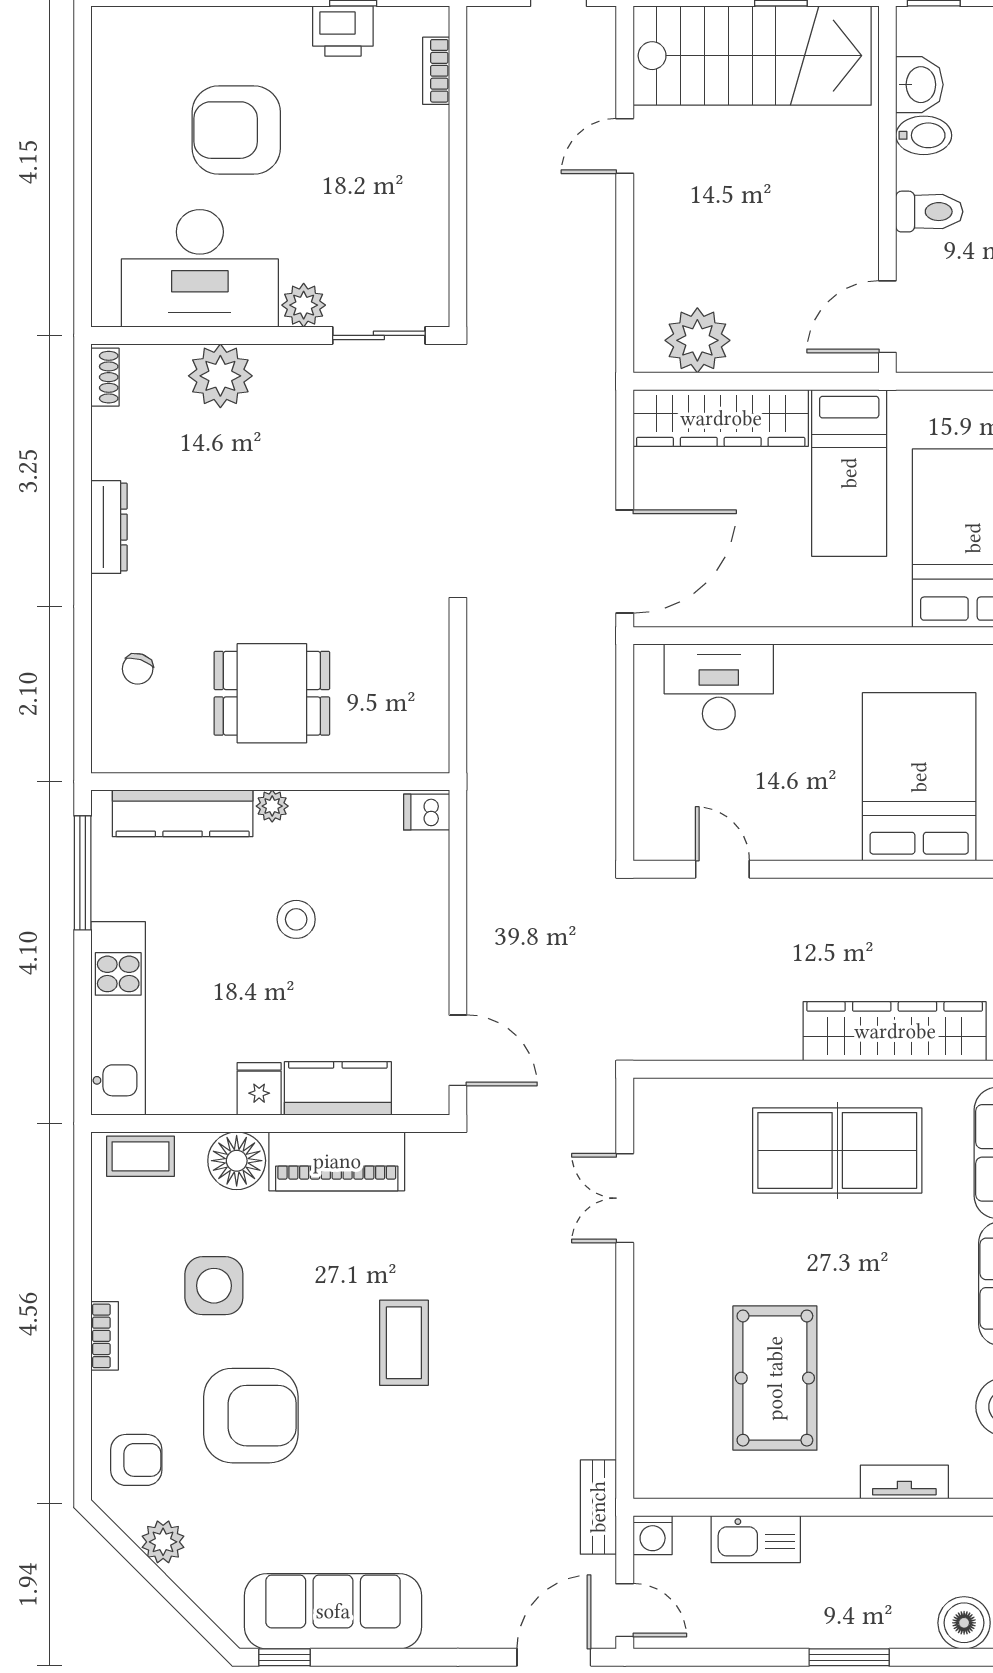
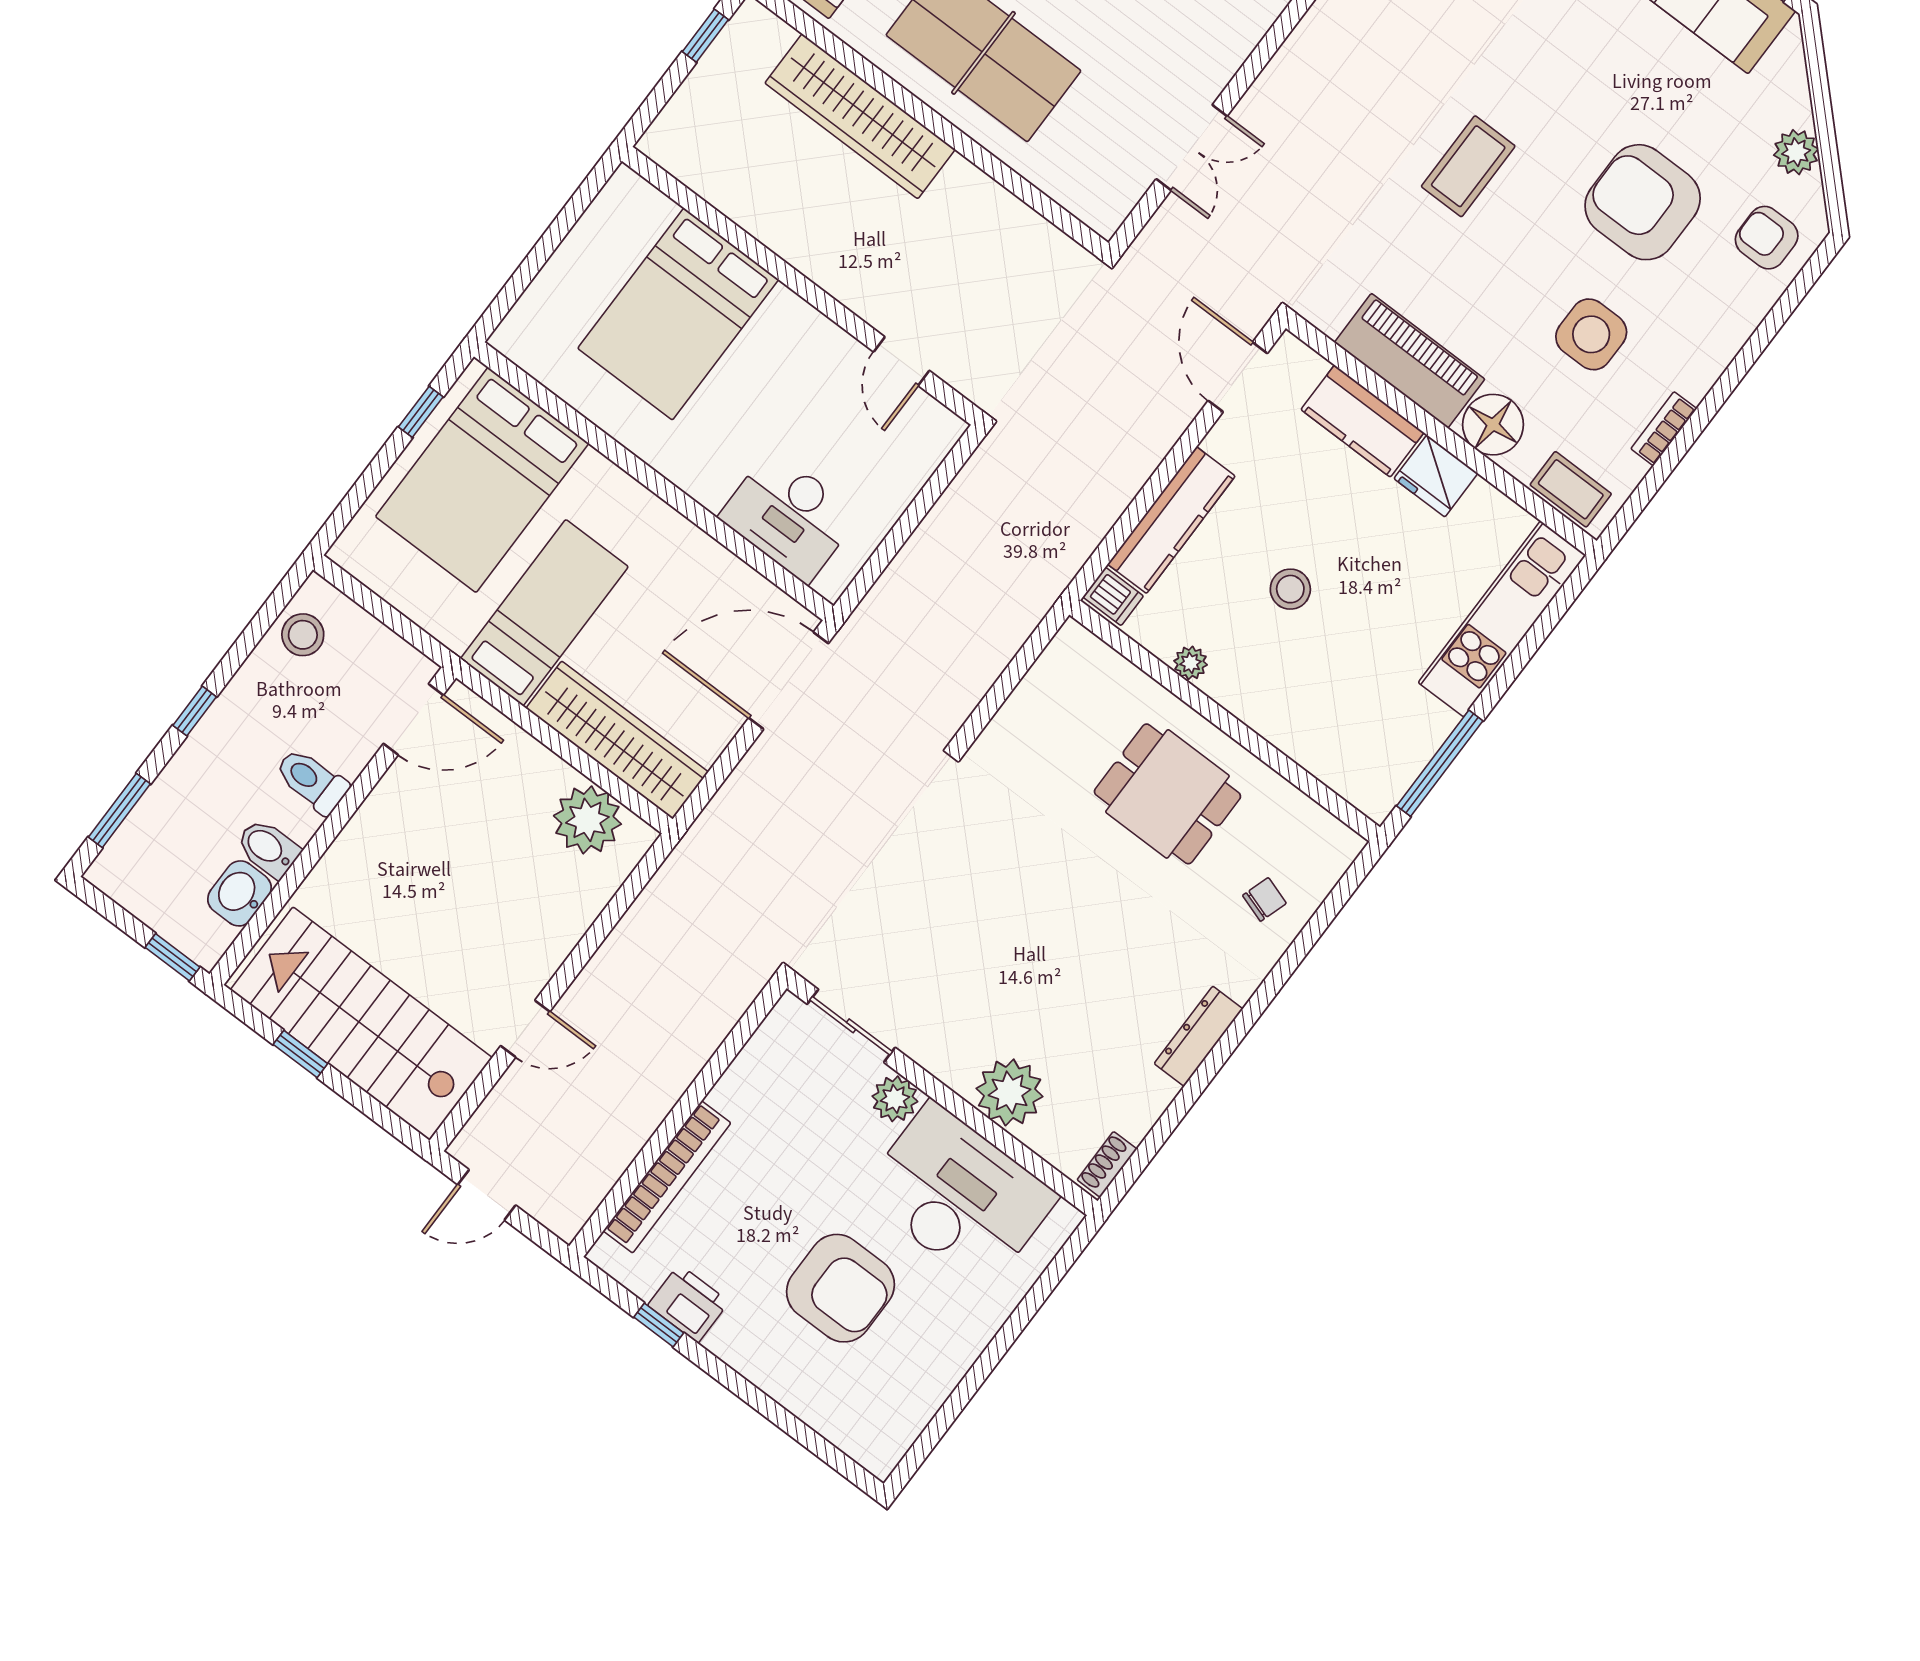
bookcase: (436, 71) -> (667, 1177), width x2.31, depth x1.31
plant: (272, 806) -> (1191, 663), moved
kitchen counter: (183, 813) -> (1171, 520), moved, turned 90
fridge: (259, 1089) -> (1436, 476), width x1.38
bookcase: (105, 1336) -> (1664, 429), moved

